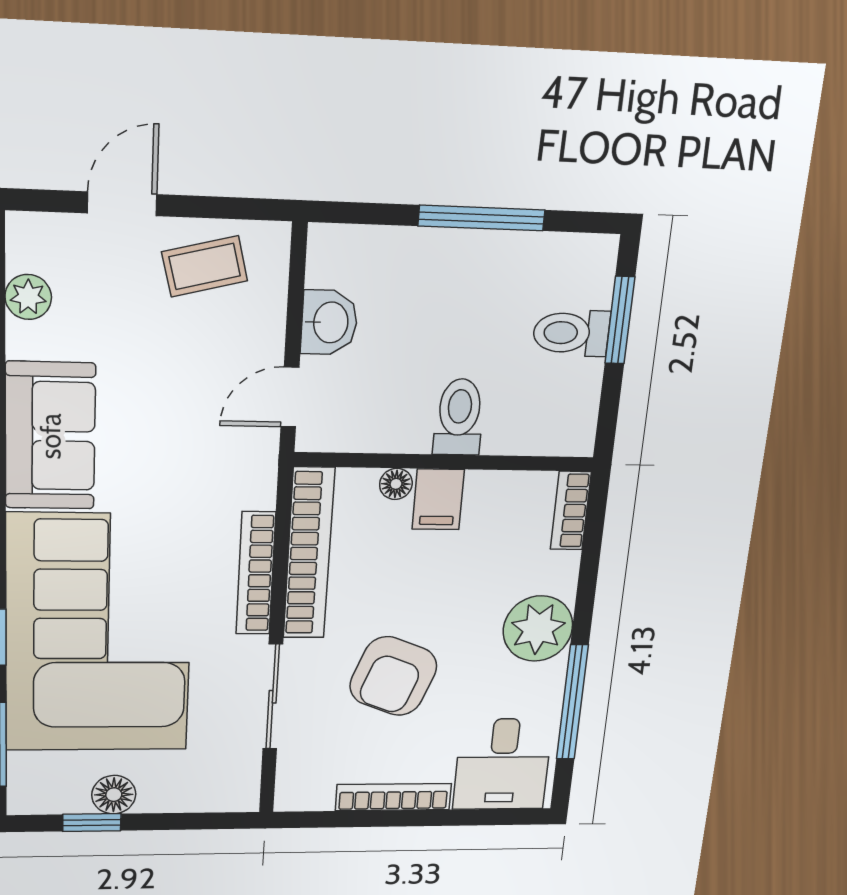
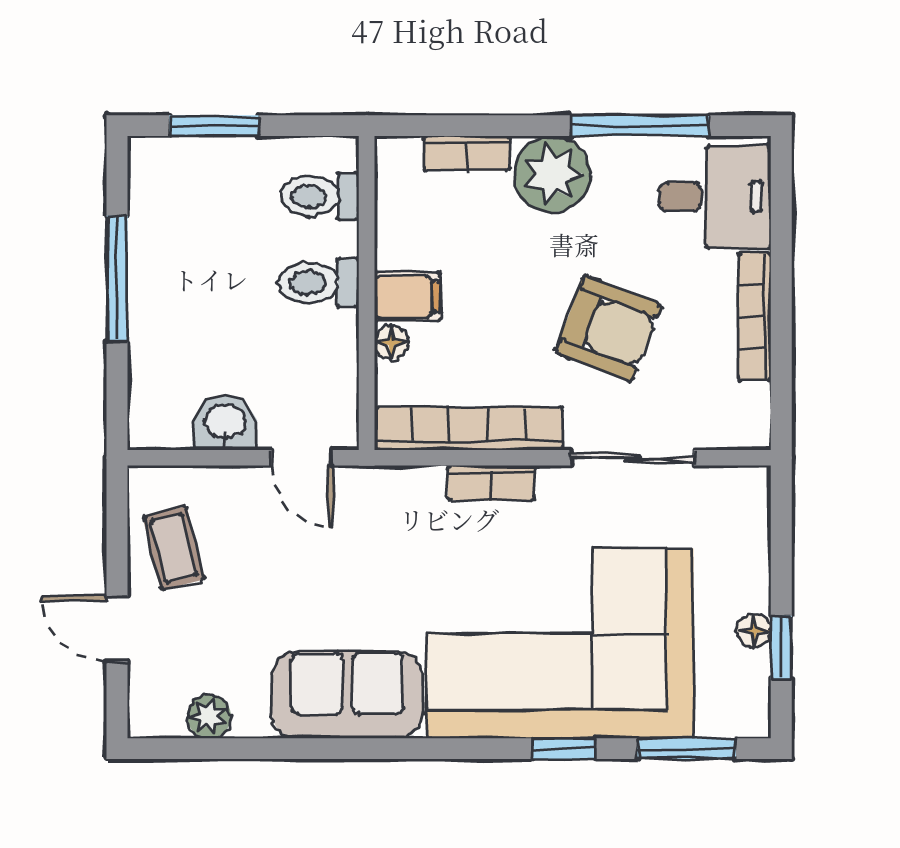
toilet: (571, 333) -> (320, 196), moved, turned 90
bookcase: (571, 511) -> (467, 153), moved
bookcase: (256, 573) -> (491, 483), width x0.64
floor lamp: (114, 795) -> (754, 631), width x0.73, depth x0.73

